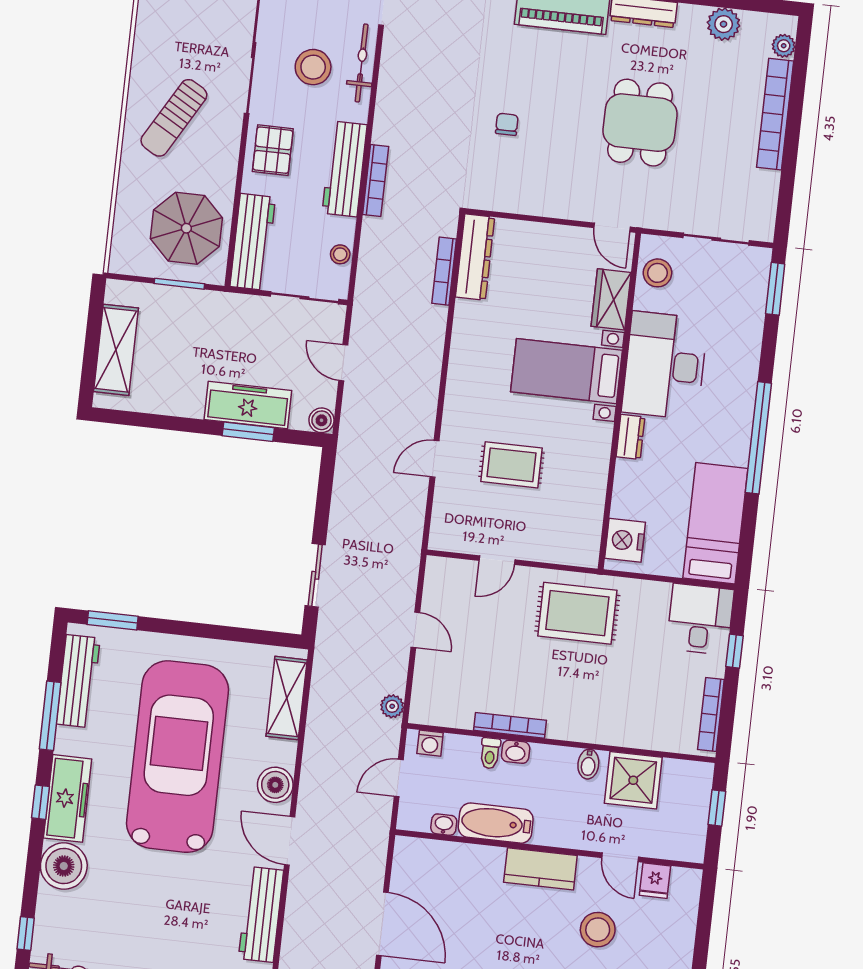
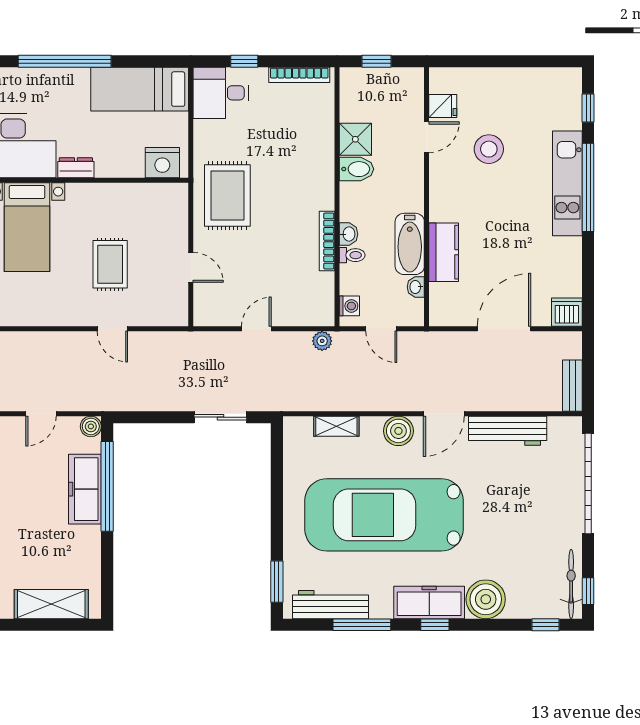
window: (248, 432) -> (107, 486), width x2.11
shelving: (287, 698) -> (336, 426), width x0.67, depth x0.75
bidet: (588, 764) -> (356, 169), width x1.38, depth x1.36
shower: (633, 780) -> (355, 139), width x0.73, depth x0.73
kitchen counter: (540, 869) -> (444, 252), moved

